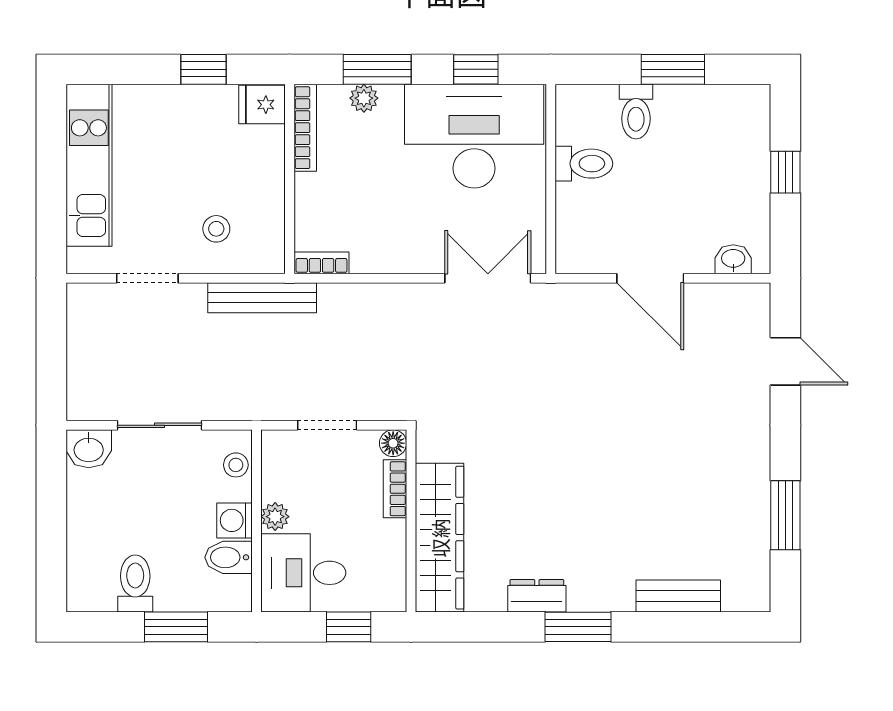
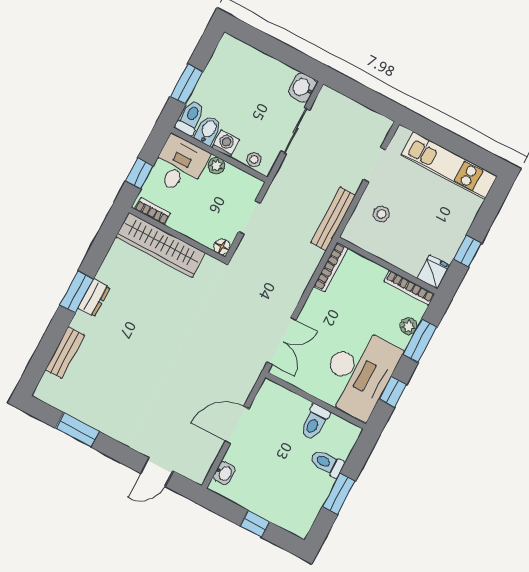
bookcase: (322, 263) -> (331, 267), width x1.56
bookcase: (395, 489) -> (153, 211), moved
toilet: (135, 584) -> (191, 118), moved, turned -90
dresser: (537, 596) -> (94, 298), moved

